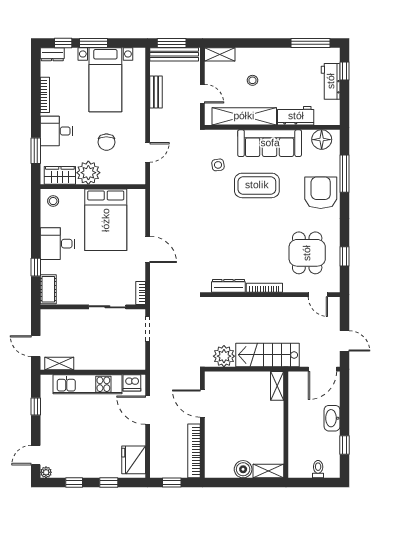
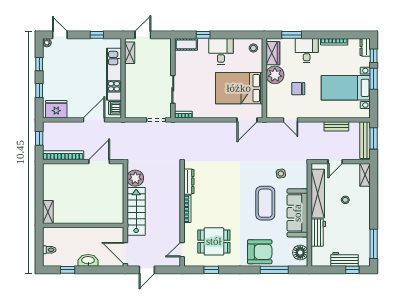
door: (148, 249) -> (247, 120), moved
shelving: (277, 386) -> (113, 219), removed
boiler: (243, 469) -> (49, 193), removed

